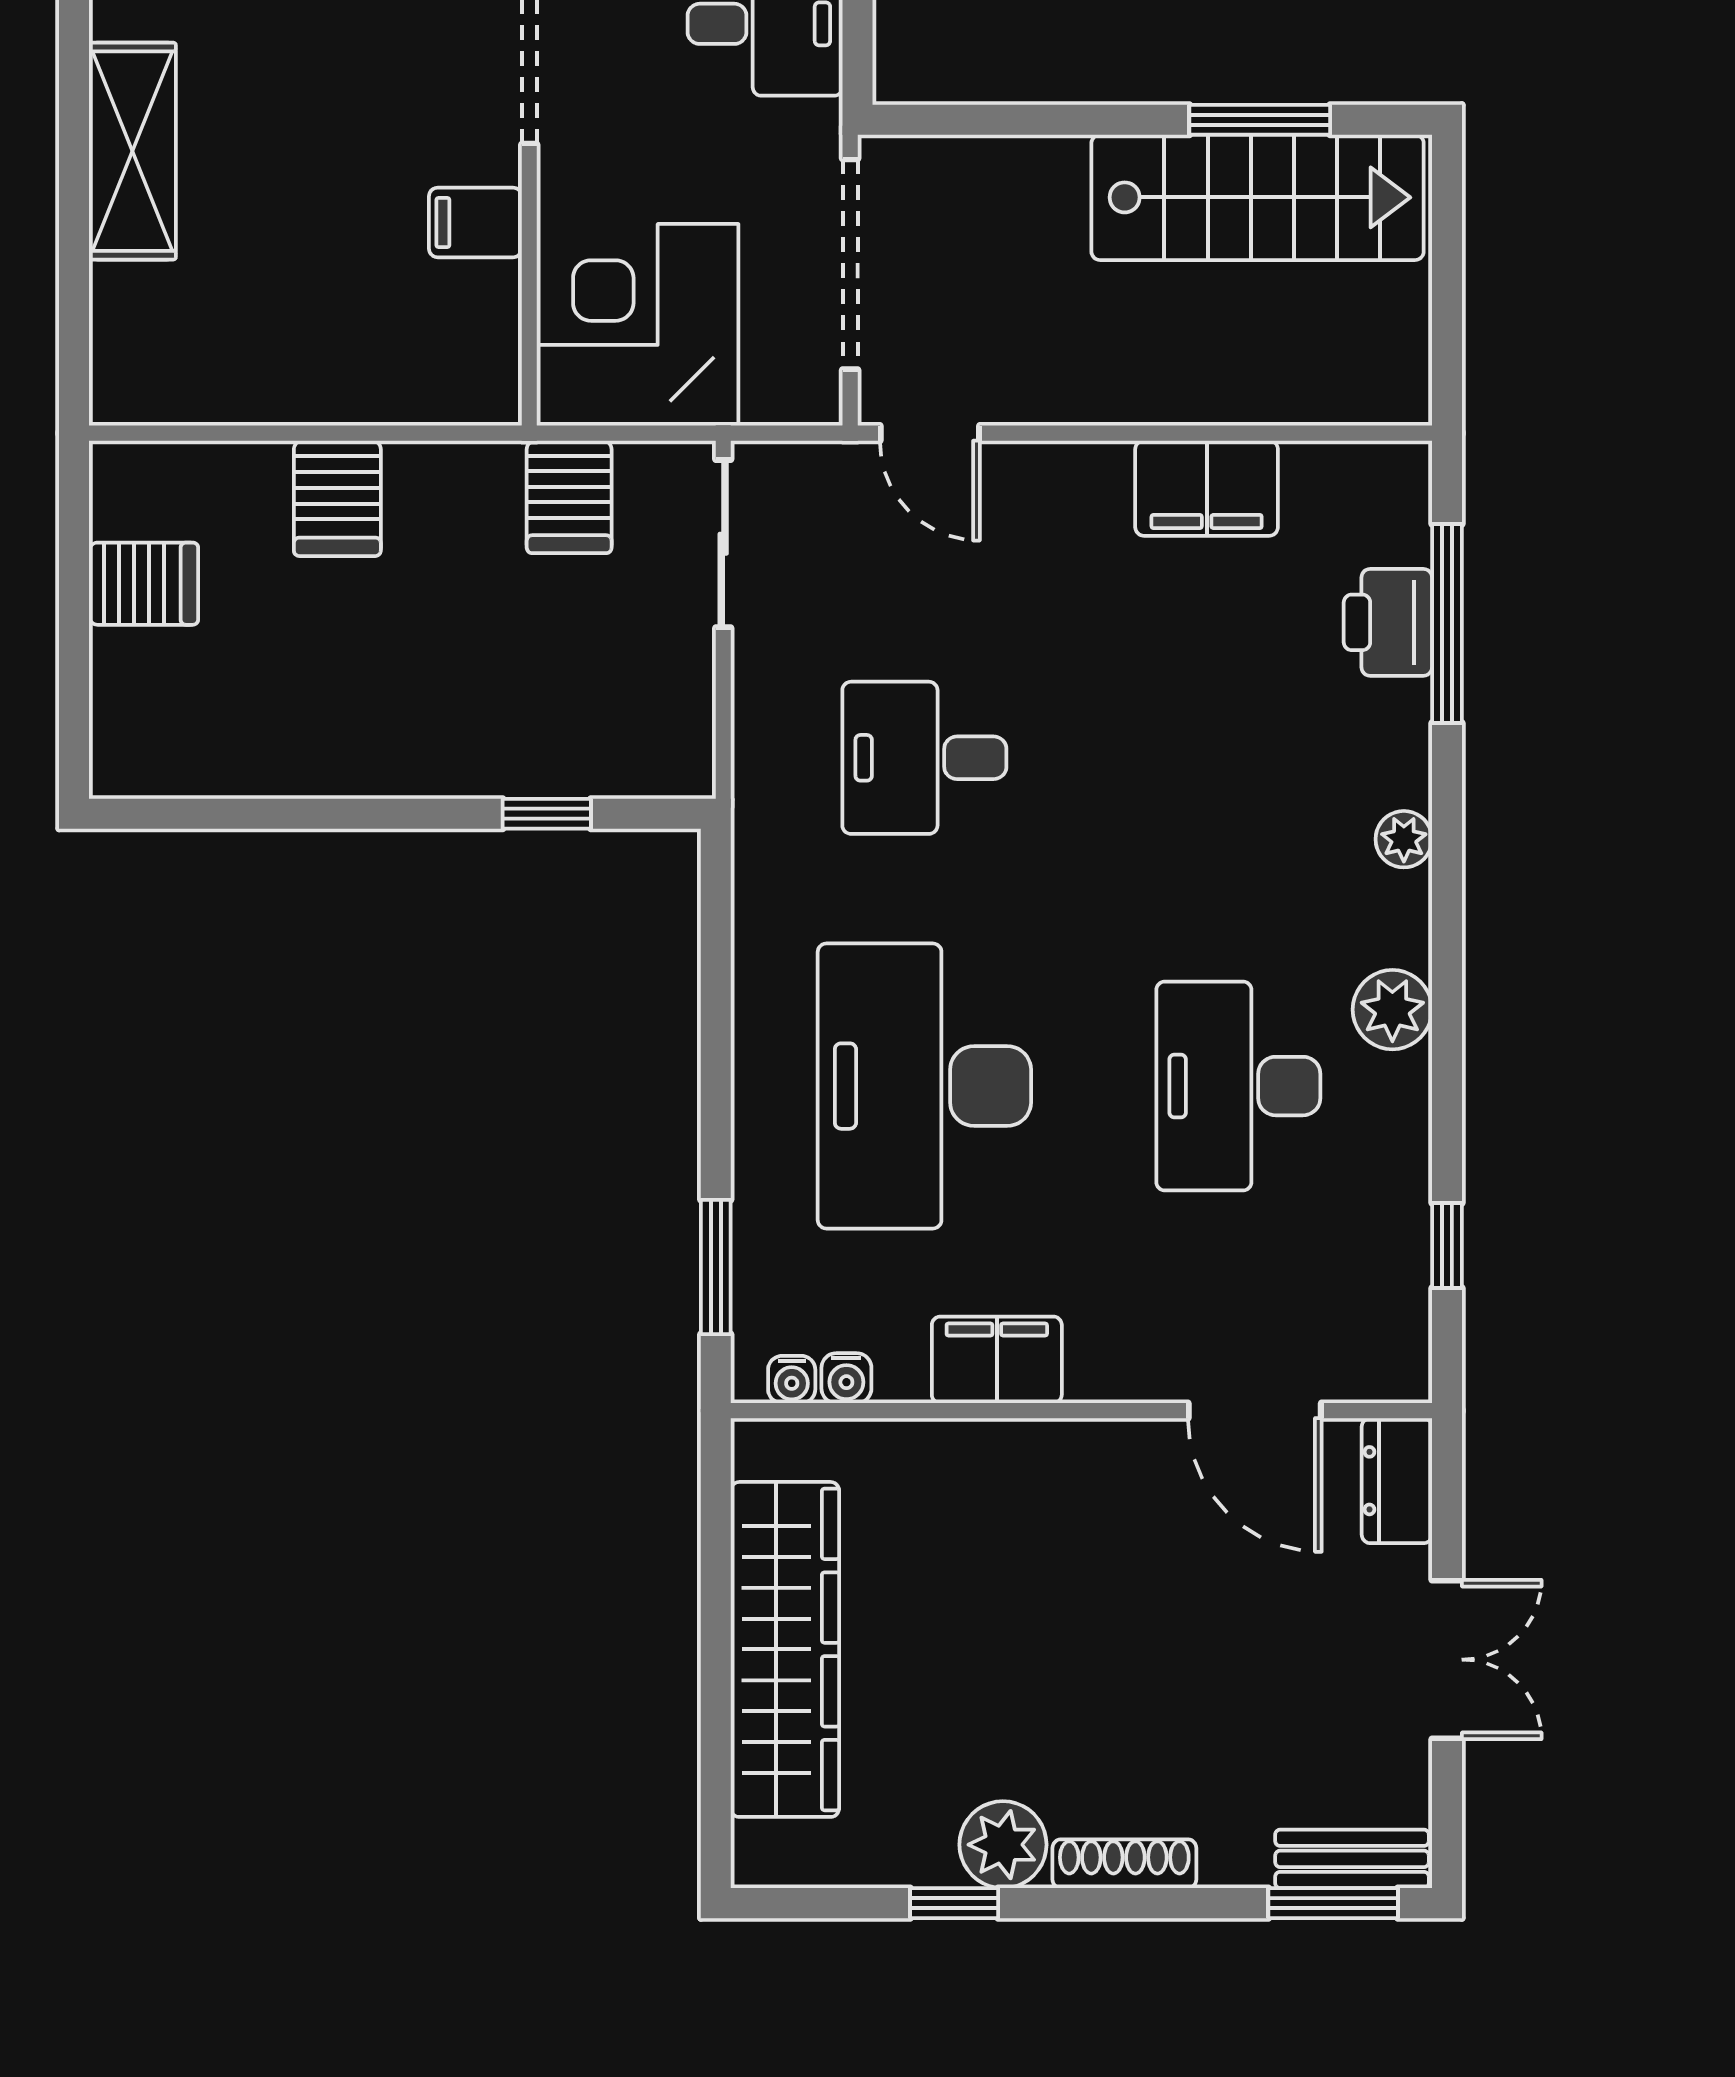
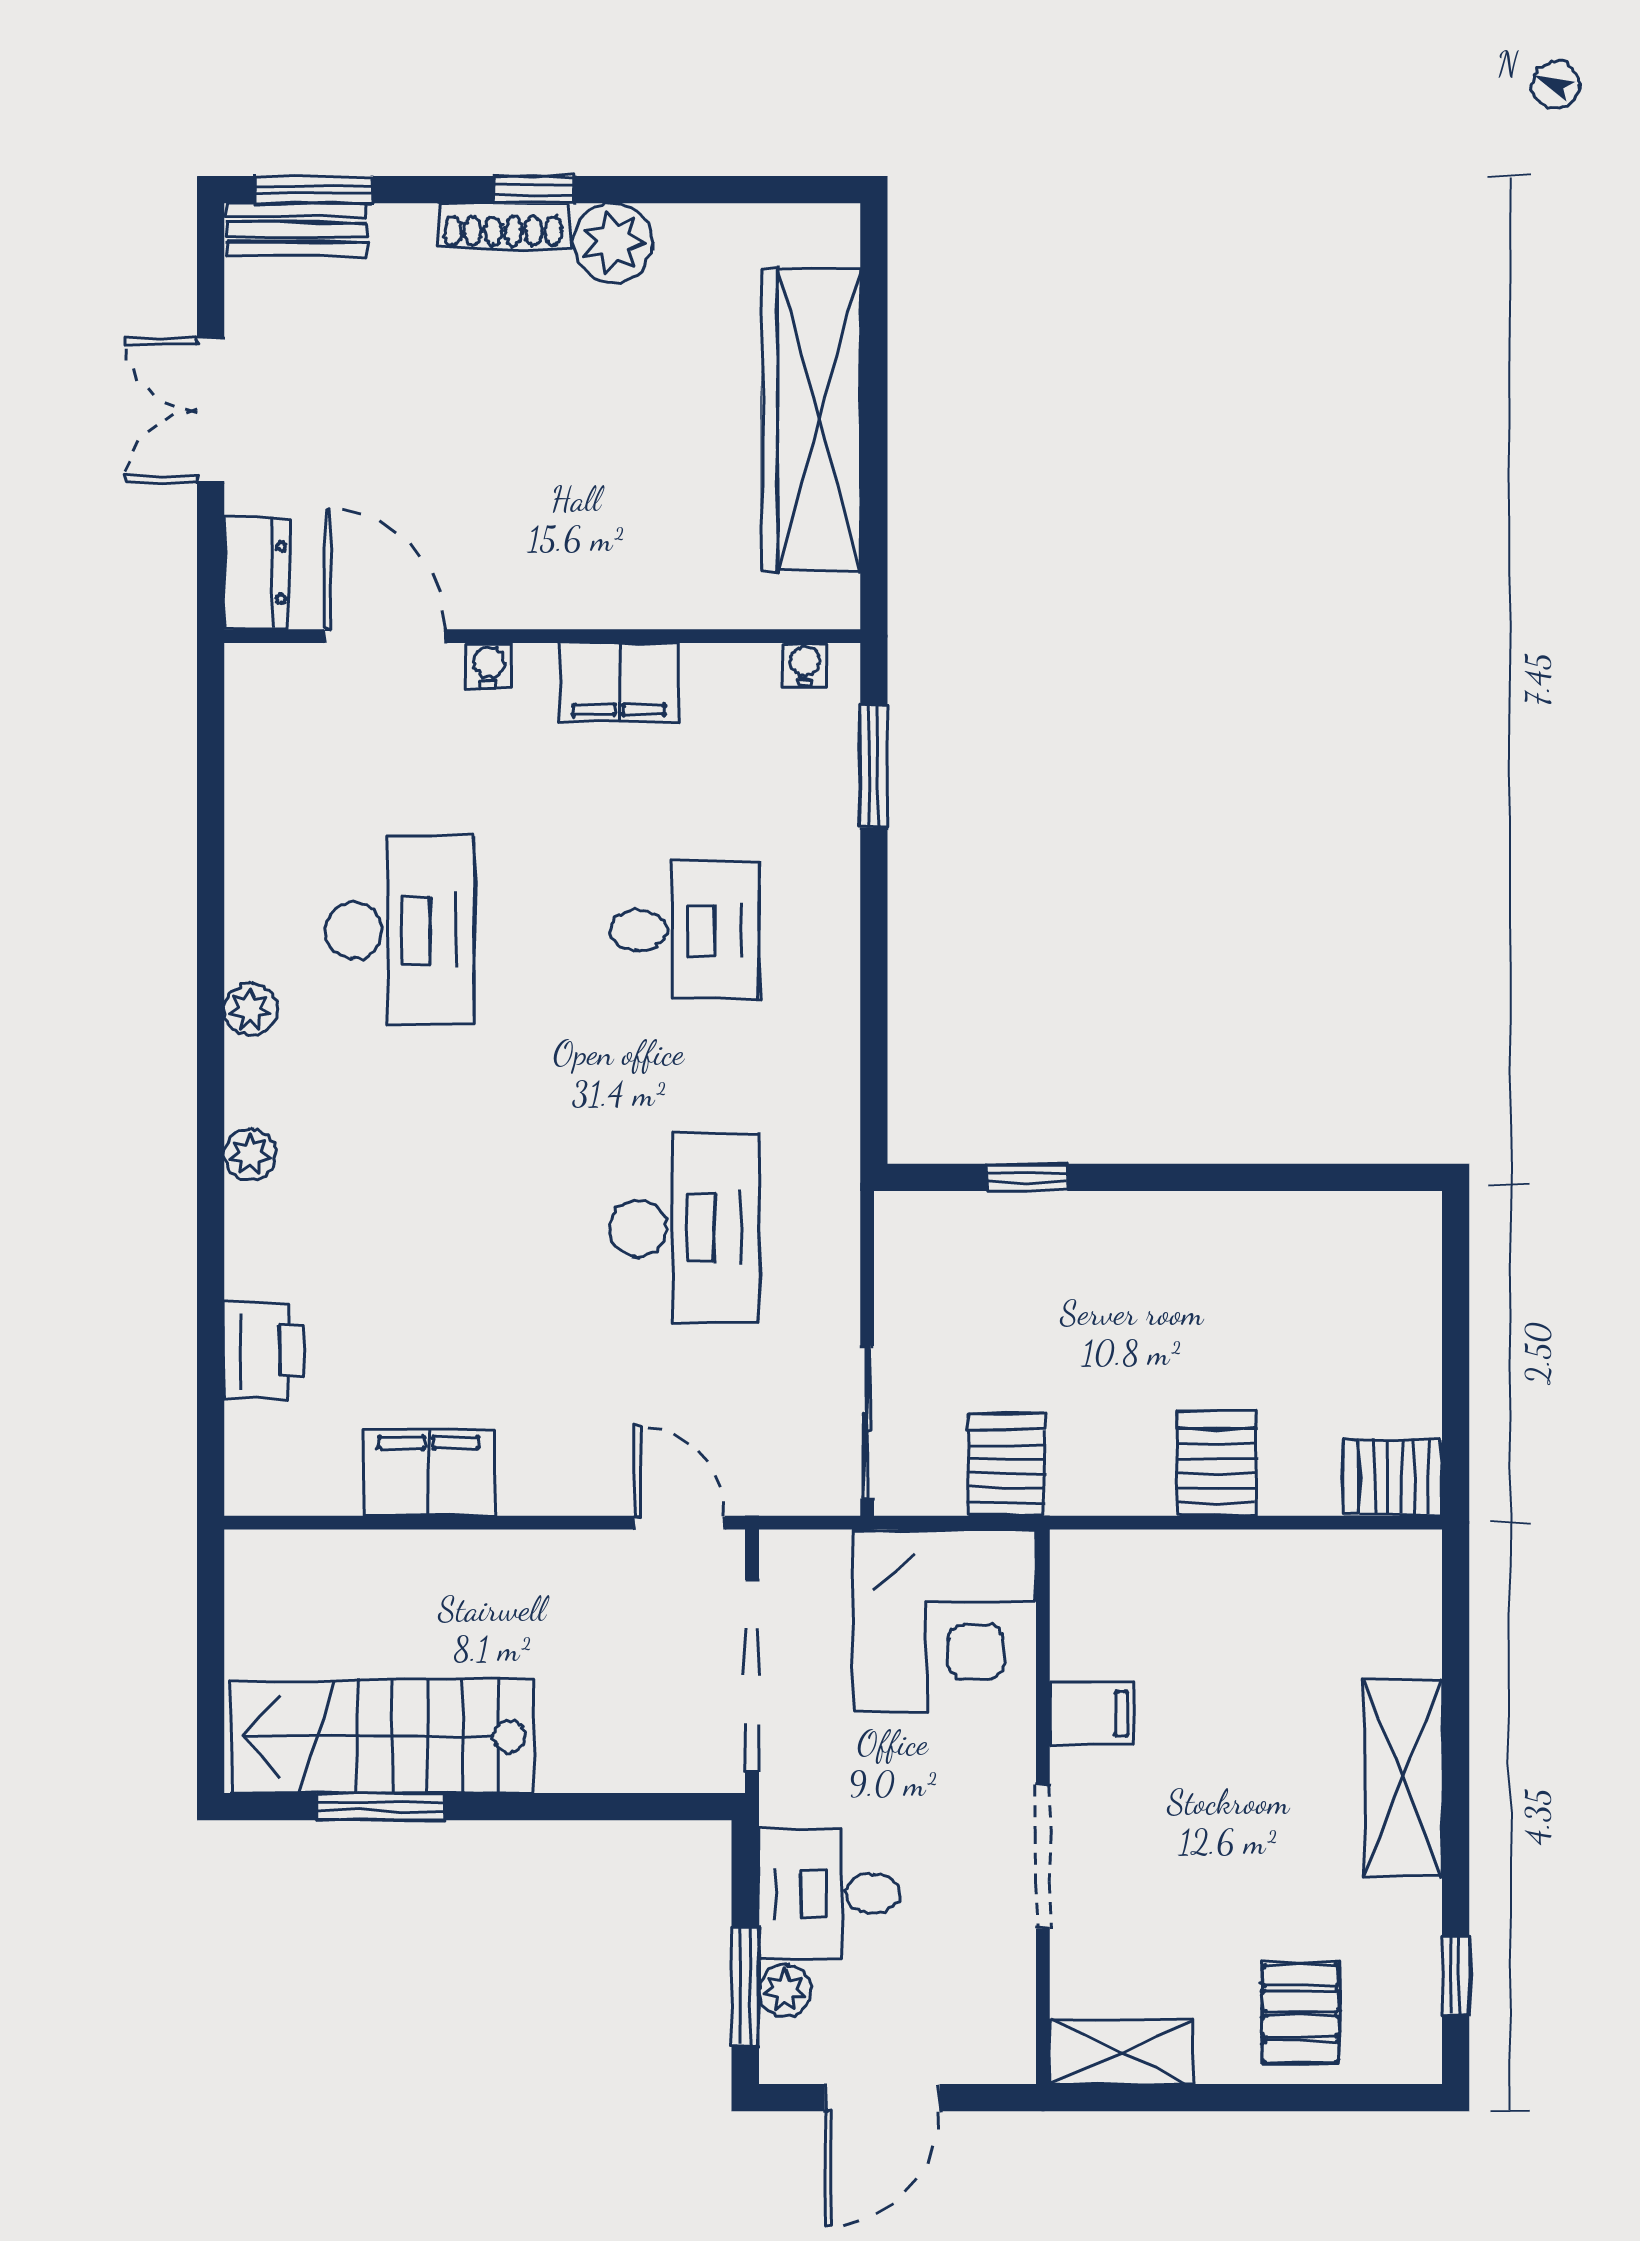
server rack: (144, 584) -> (1393, 1477), moved
window: (1447, 624) -> (211, 1350), removed
desk: (924, 758) -> (685, 1228), width x1.37
plant: (1392, 1010) -> (250, 1010), width x0.73, depth x0.73
desk: (924, 1086) -> (685, 931), width x0.53, depth x0.77
window: (1447, 1246) -> (211, 786), removed
water cooler: (846, 1378) -> (489, 666), moved
window: (954, 1903) -> (534, 190), moved

